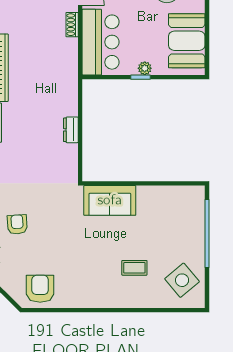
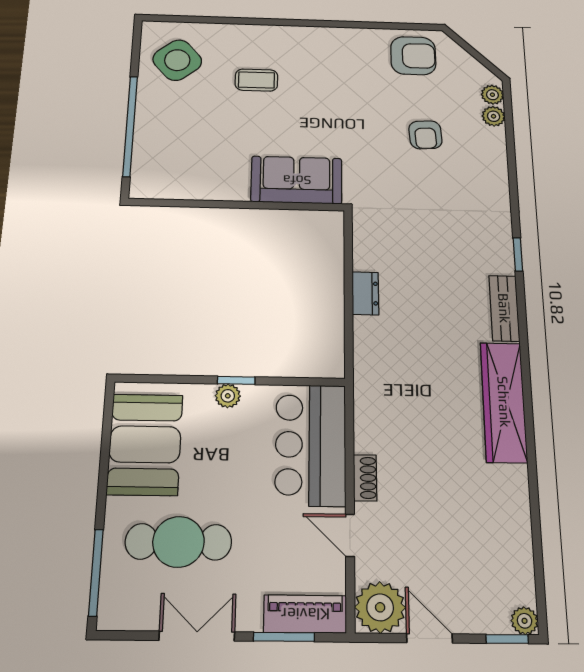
armchair: (17, 224) -> (425, 135), moved
armchair: (40, 289) -> (413, 56), turned -90

